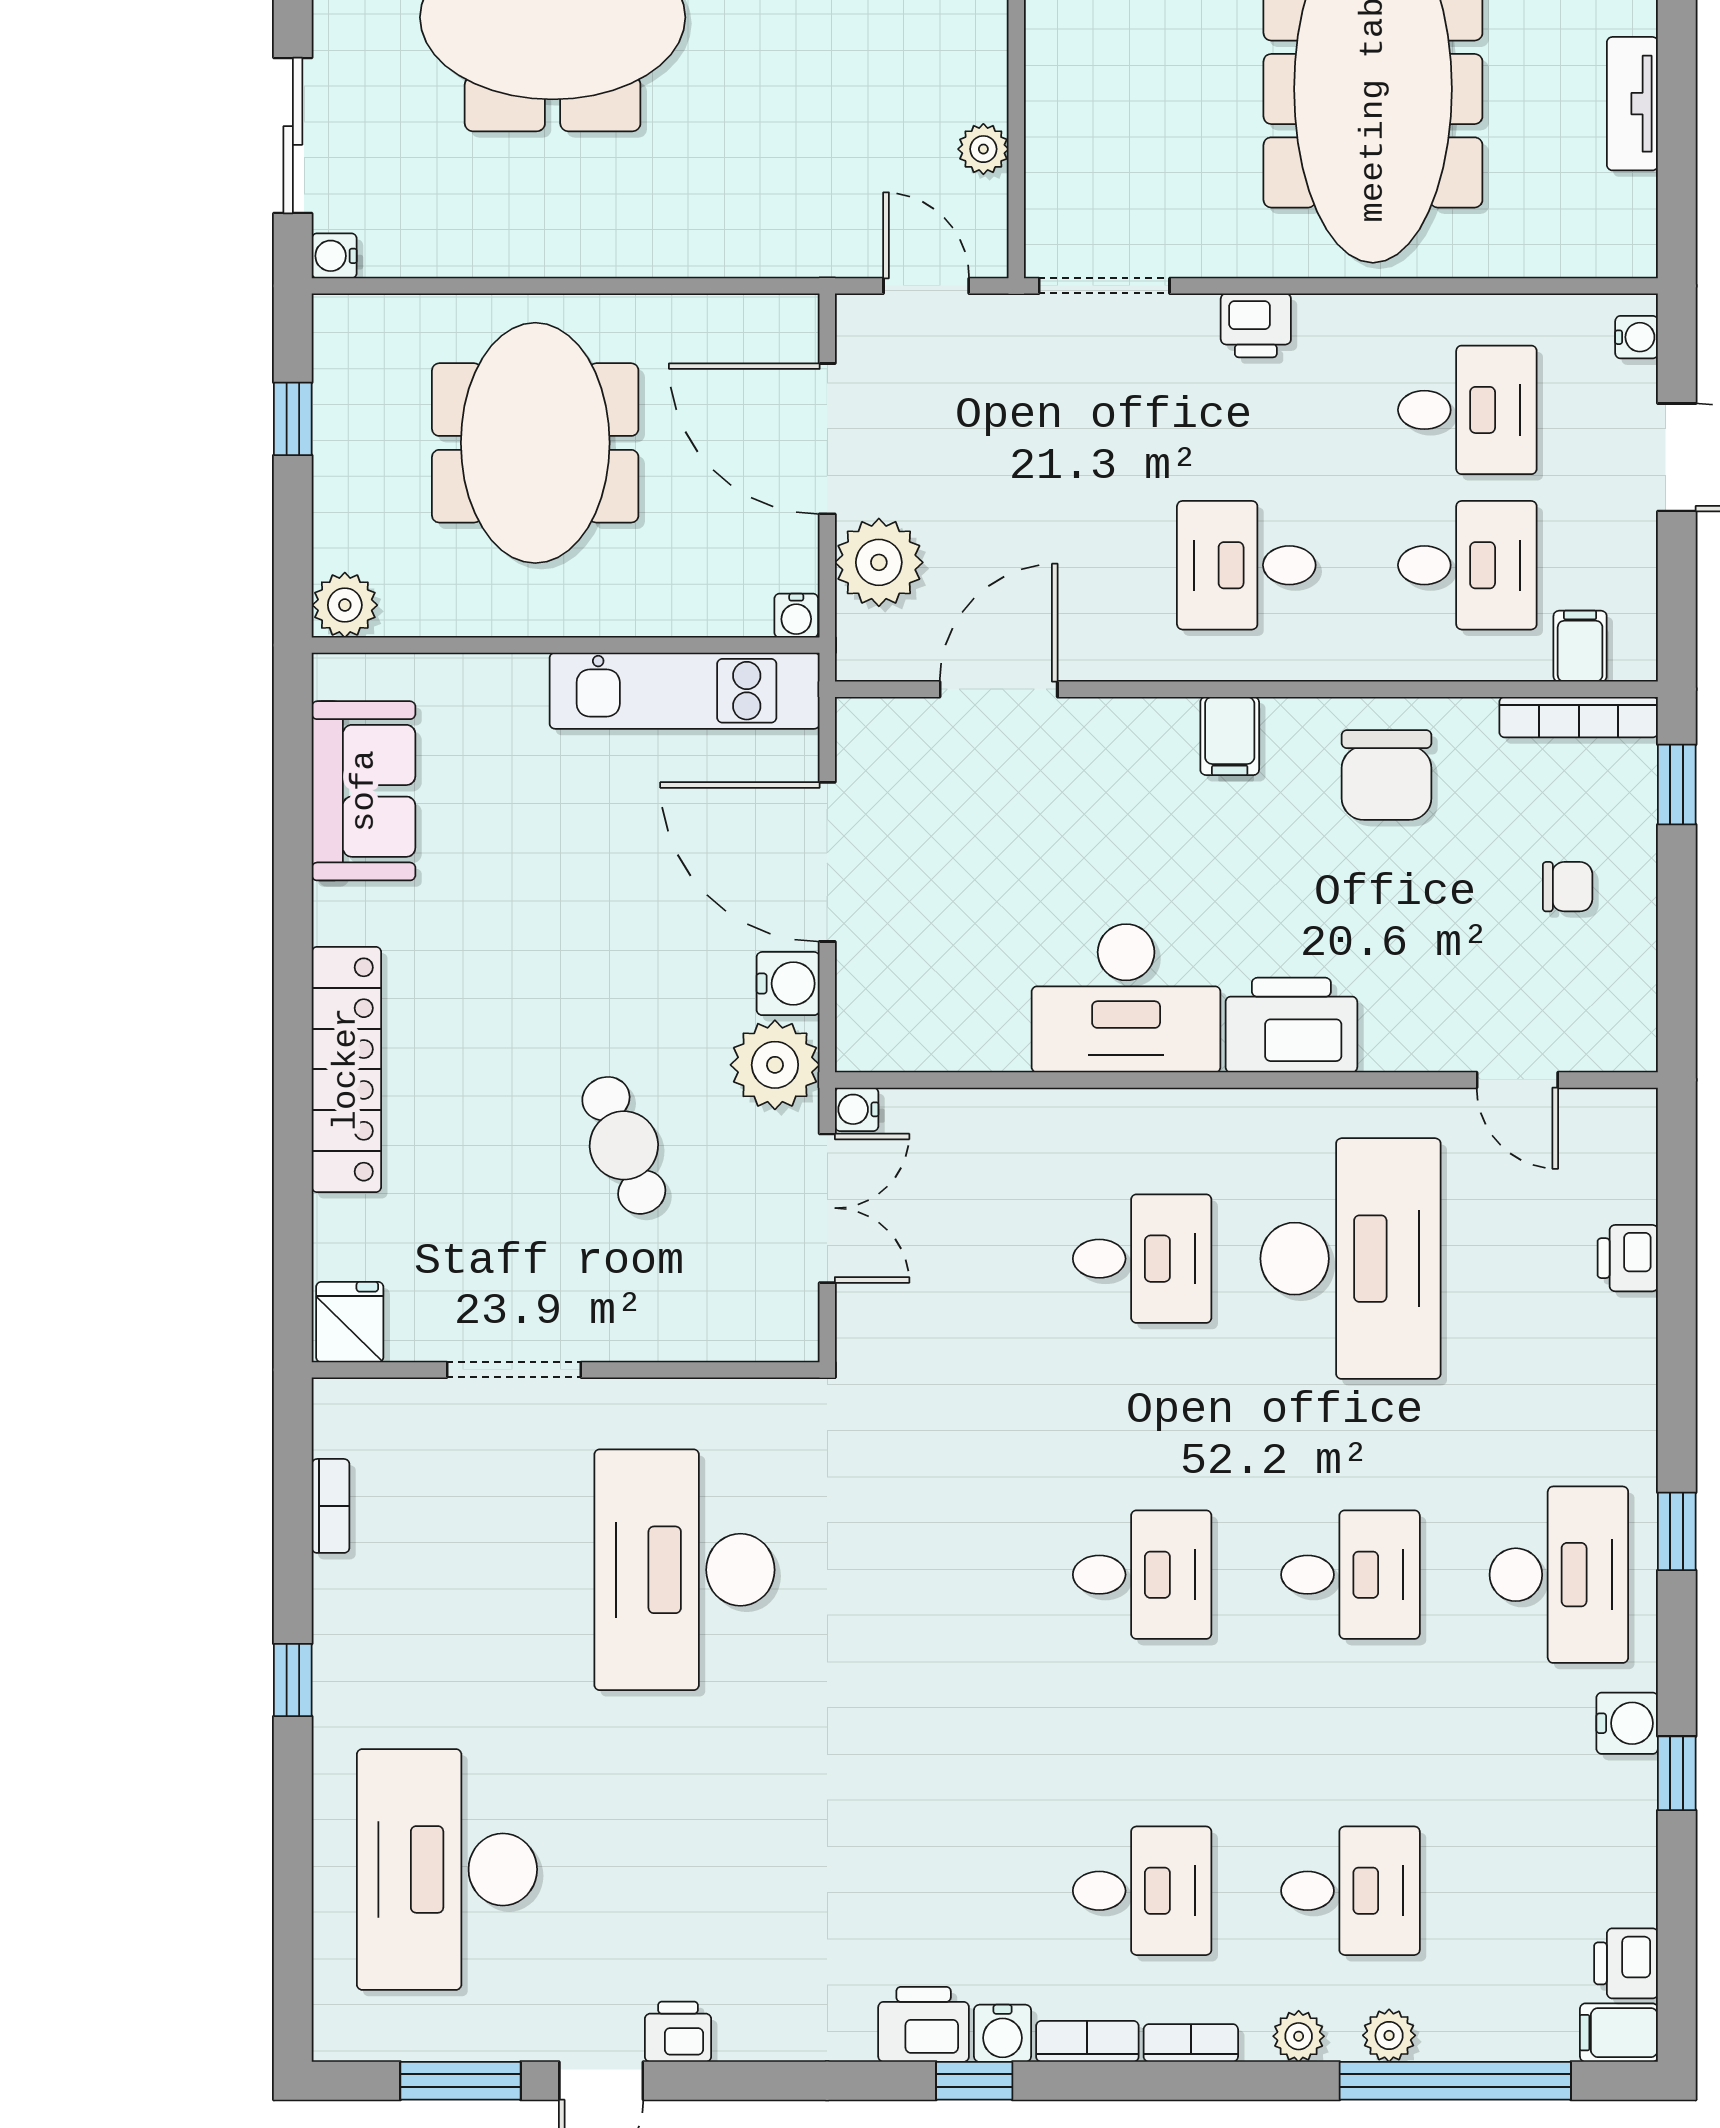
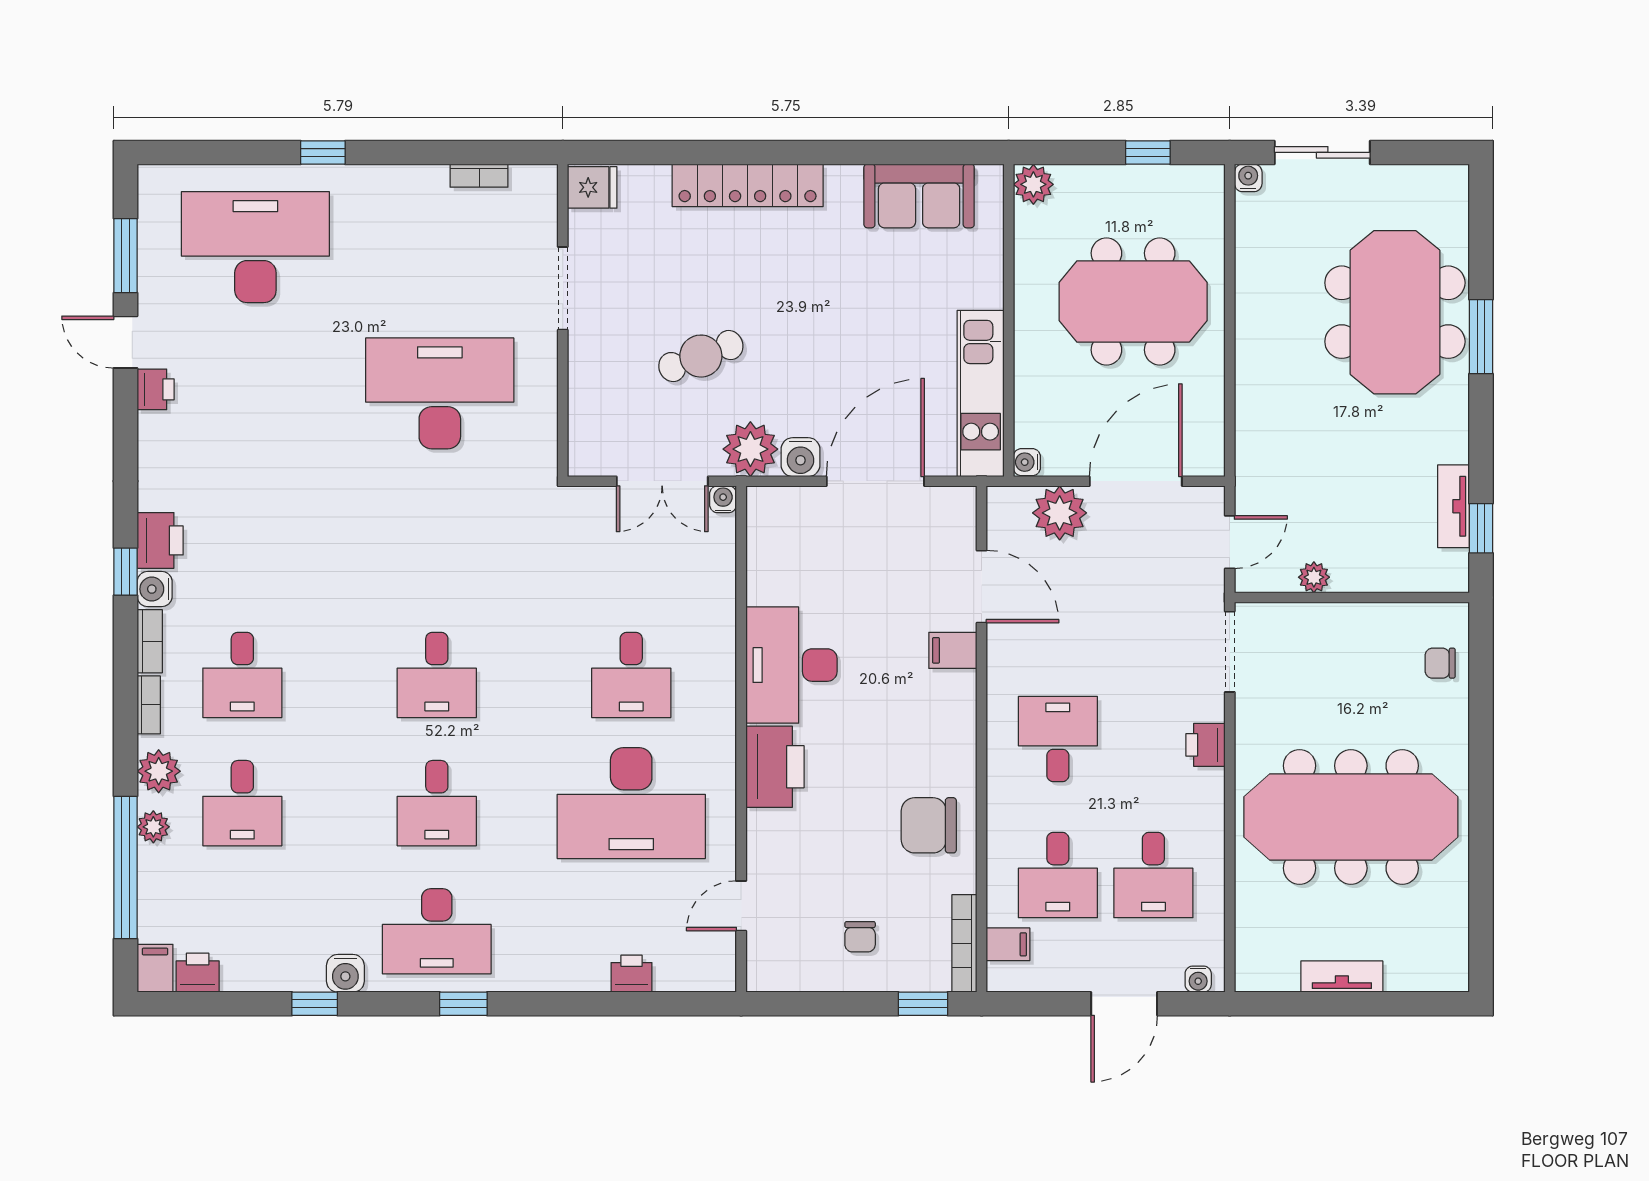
filing cabinet: (1230, 736) -> (953, 650), moved
window: (293, 1680) -> (323, 152), moved
plant: (1299, 2036) -> (159, 771), width x1.38, depth x1.38

